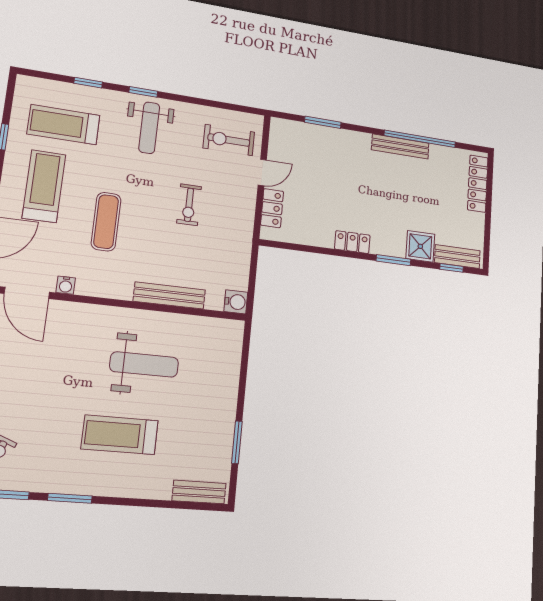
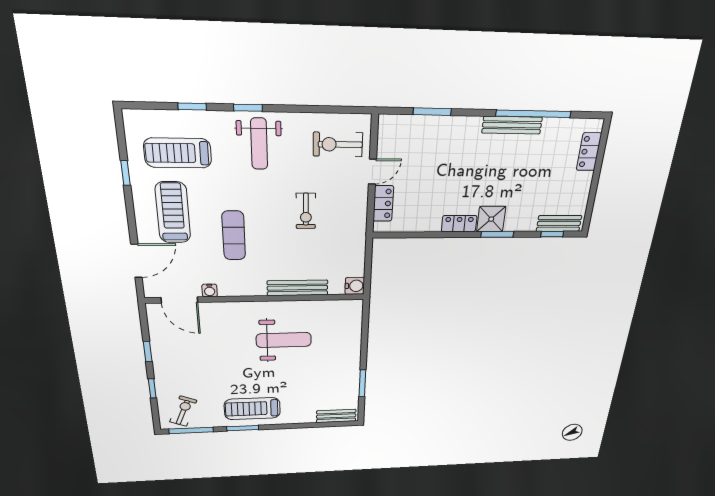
locker: (478, 184) -> (589, 152), width x0.66
shower: (420, 246) -> (491, 219), moved
treadmill: (120, 435) -> (252, 409), moved

